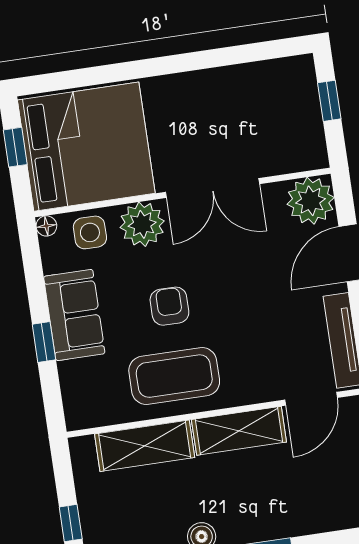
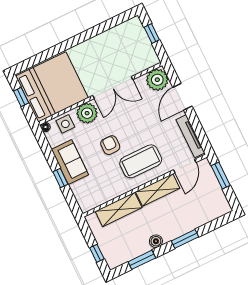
coffee table: (174, 376) -> (141, 161), moved

